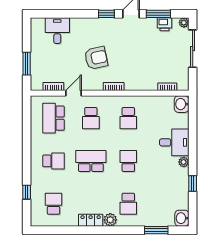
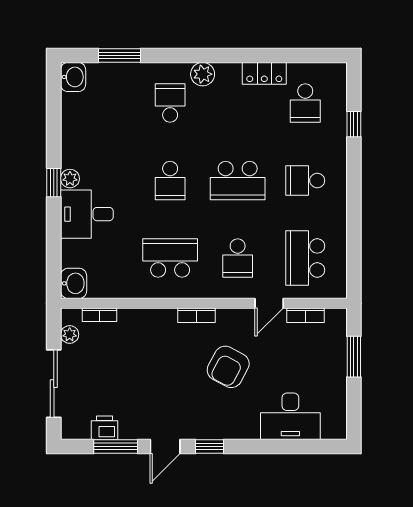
plant: (184, 23) -> (70, 334), moved
desk: (57, 31) -> (290, 416), width x1.37
armchair: (96, 58) -> (228, 367), turned -50
school desk: (54, 118) -> (305, 258), turned 180
school desk: (91, 118) -> (238, 258), turned 180
school desk: (128, 118) -> (170, 258), width x1.85
window: (193, 183) -> (54, 183), moved
locker: (91, 220) -> (264, 73), moved

